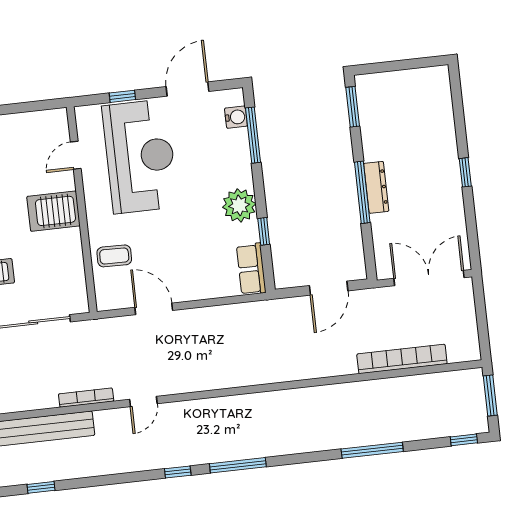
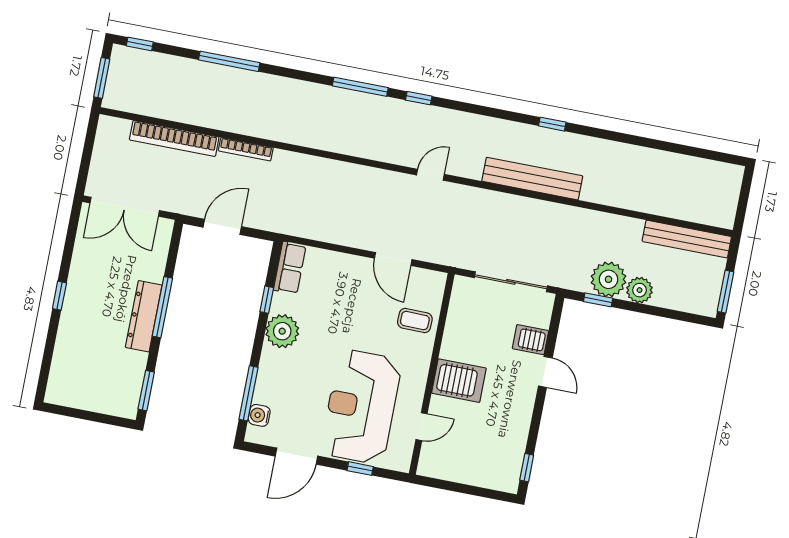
dresser: (376, 187) -> (144, 316), width x1.37, depth x1.24
bookcase: (86, 398) -> (246, 149), moved

